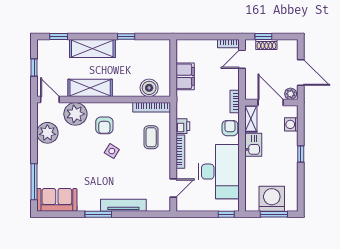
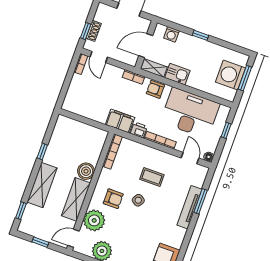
filing cabinet: (185, 76) -> (120, 121), moved
boiler: (149, 88) -> (86, 171), moved
plant: (291, 94) -> (144, 25), removed
coffee table: (151, 137) -> (152, 177), moved
floor lamp: (181, 206) -> (209, 157), added
window: (98, 214) -> (201, 201), moved
window: (226, 214) -> (226, 130), moved

